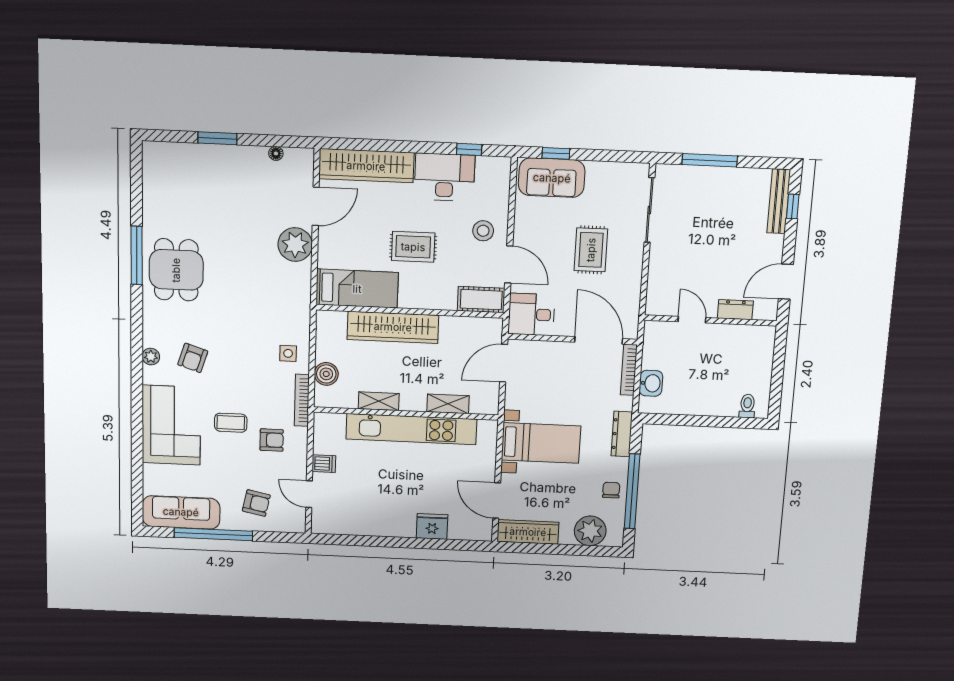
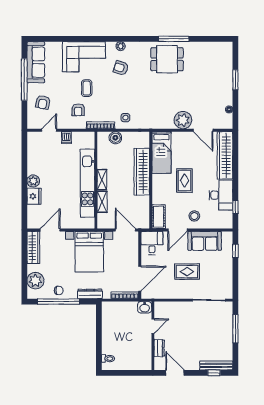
sofa: (552, 178) -> (205, 241), moved, turned -90
washbasin: (651, 383) -> (145, 307), moved
shelving: (379, 401) -> (102, 180), moved
bed with nightstands: (541, 443) -> (89, 252), width x1.36
plant: (404, 527) -> (33, 181), added

